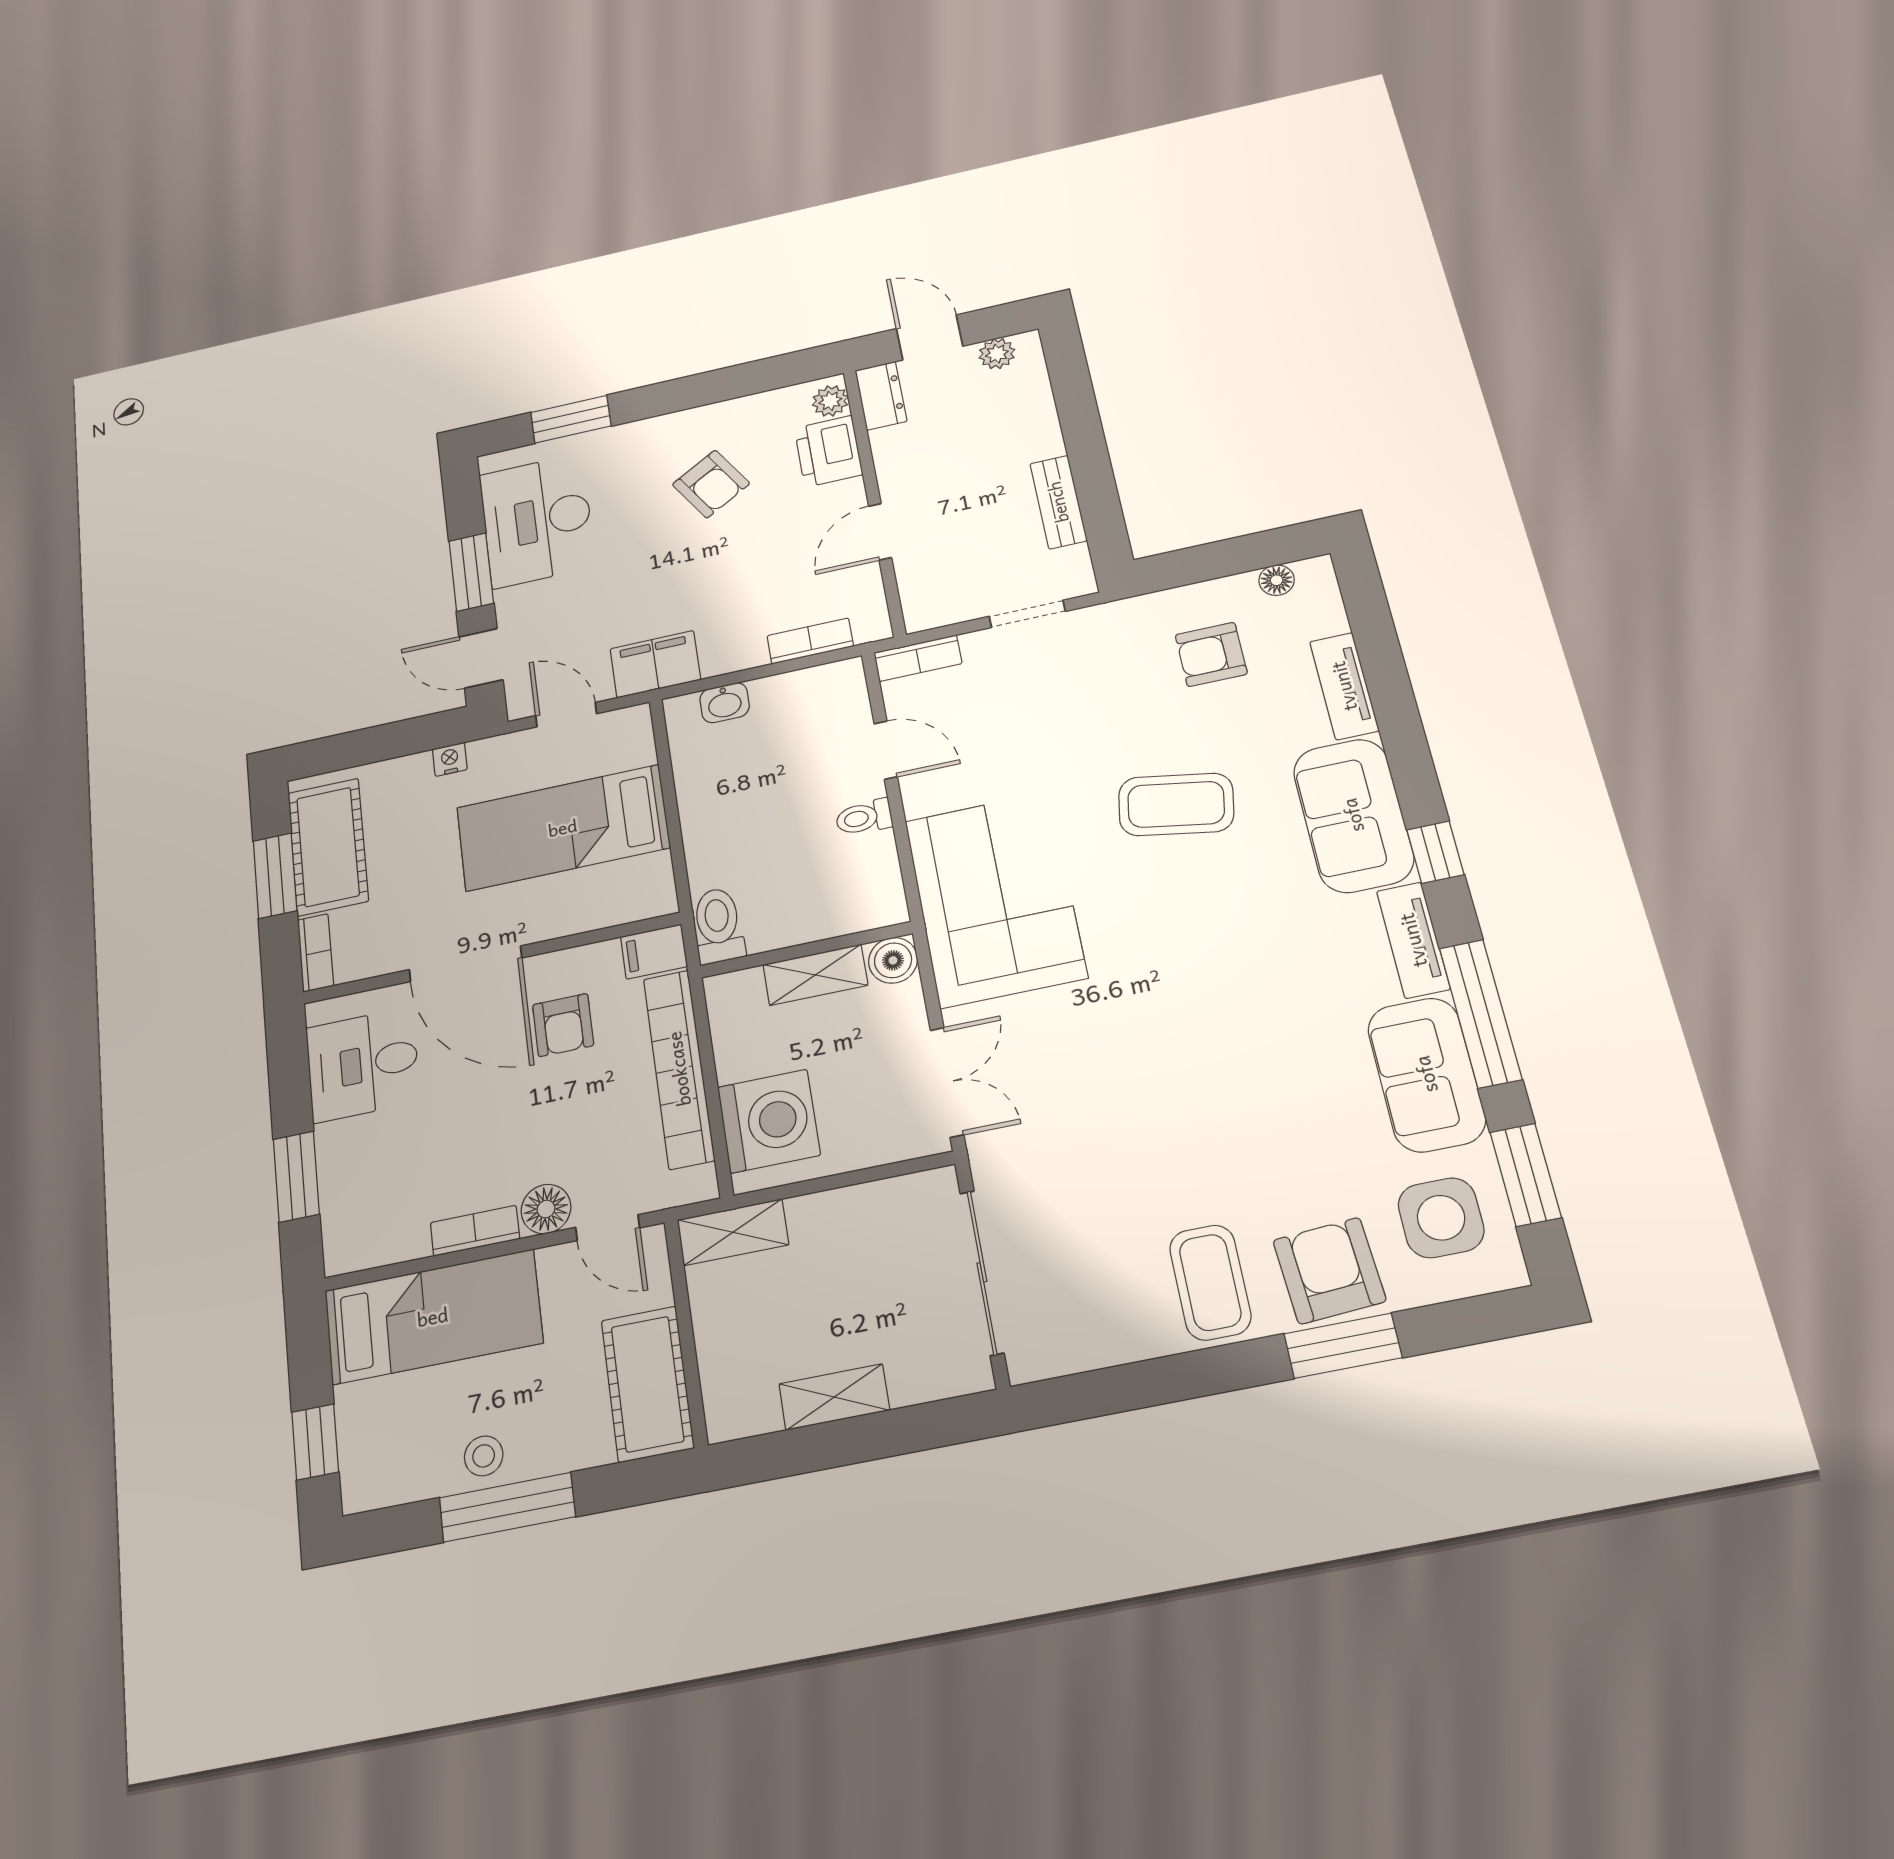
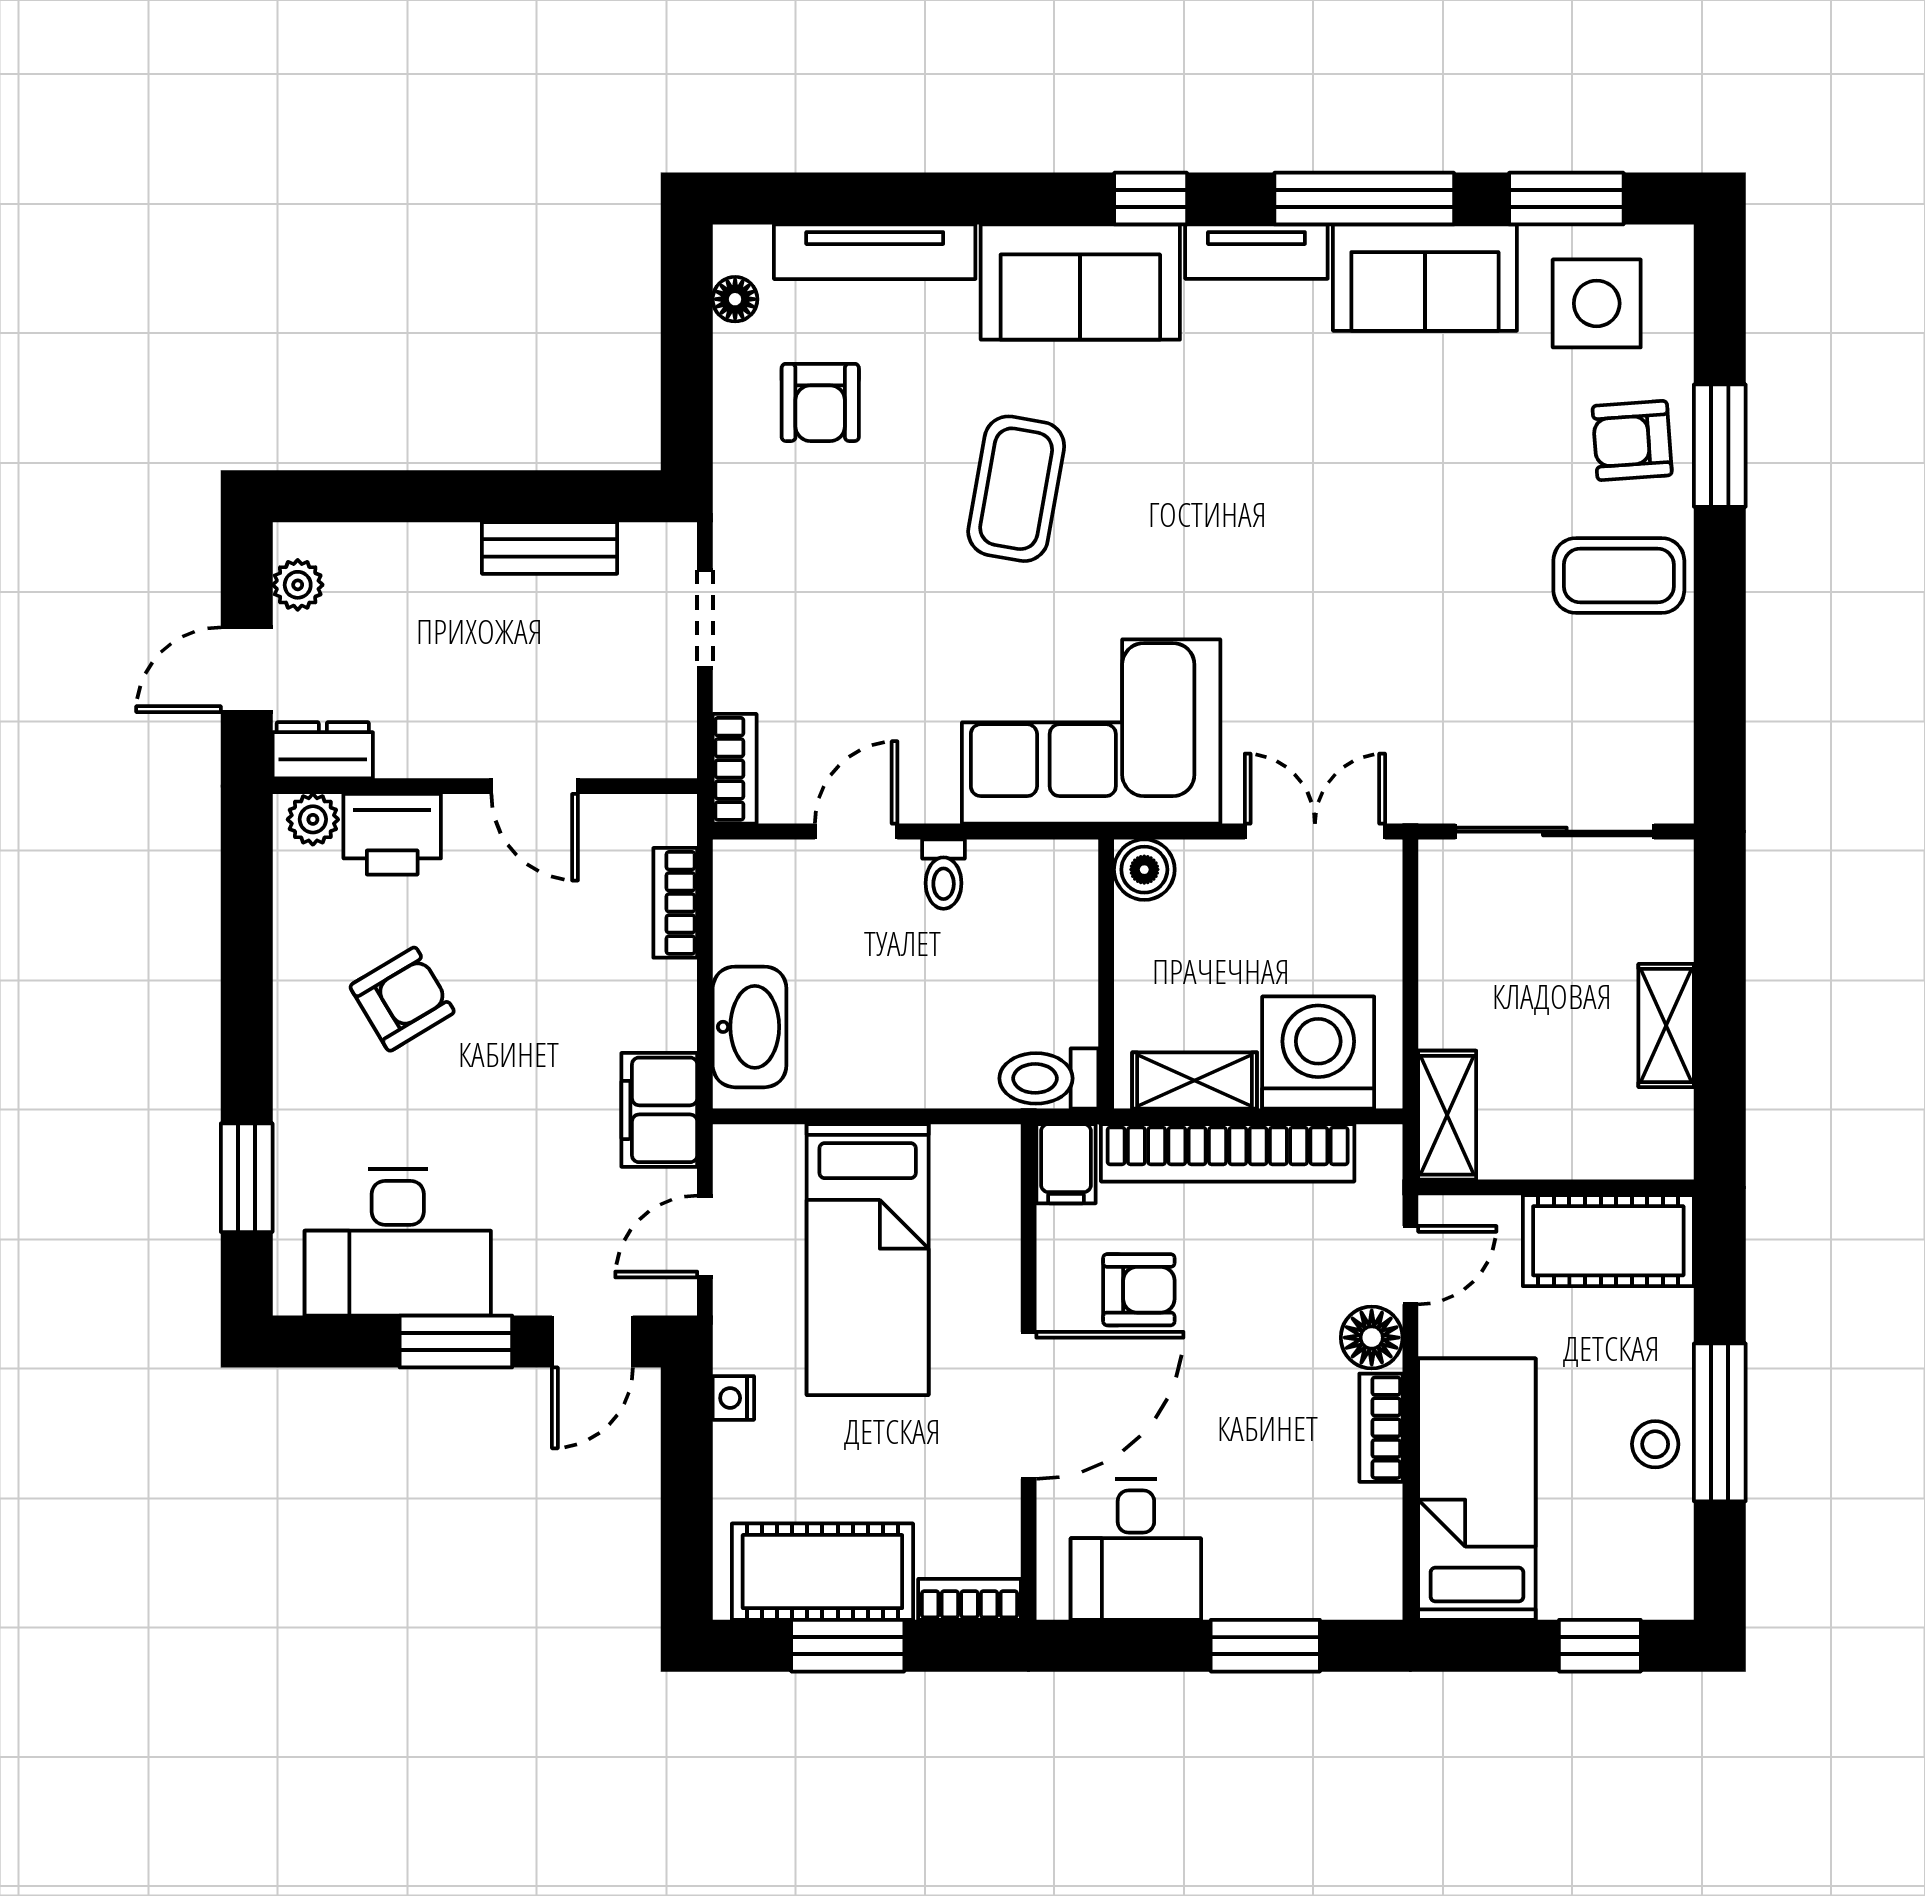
tv unit: (1344, 686) -> (875, 252), width x1.41
washbasin: (725, 703) -> (750, 1027), width x1.91, depth x1.45
shelving: (815, 975) -> (1195, 1080), moved, turned 90
armchair: (1329, 1271) -> (1632, 441), width x0.72, depth x0.72

